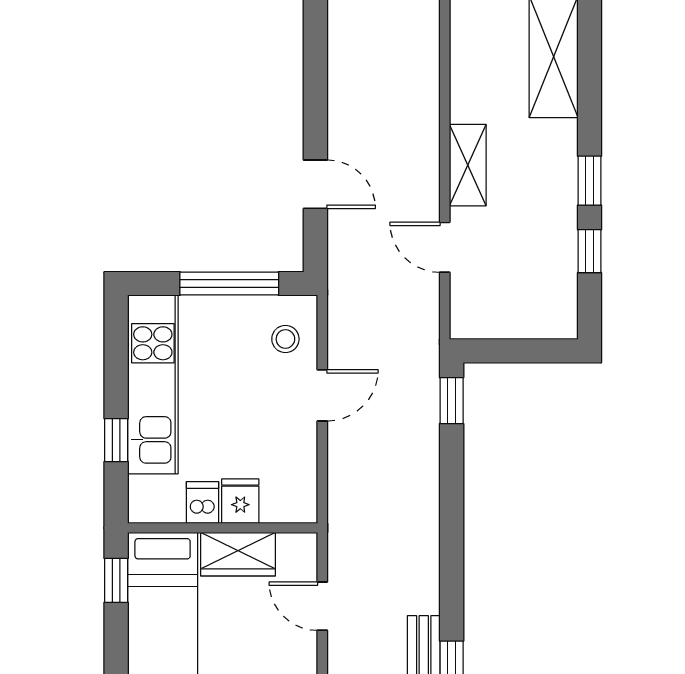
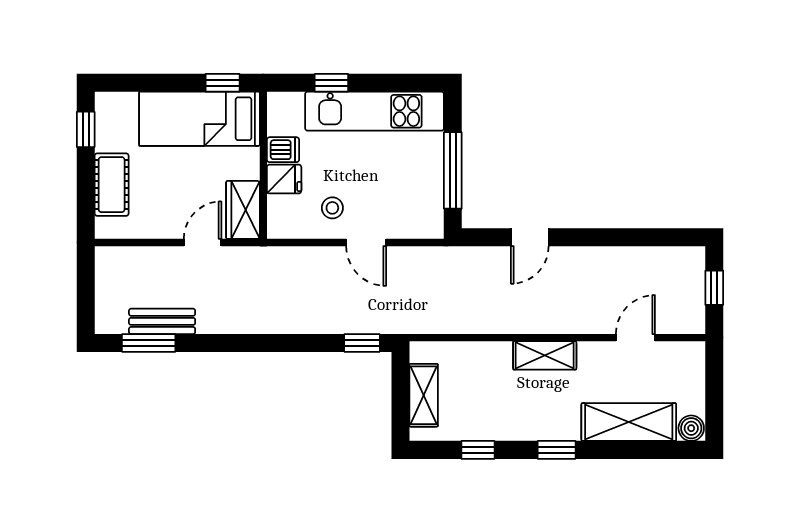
window: (590, 181) -> (557, 450), moved
door: (445, 247) -> (635, 338), moved
shelving: (519, 321) -> (424, 395), added
stool: (285, 339) -> (332, 208), moved
wardrobe: (238, 554) -> (243, 210), moved

